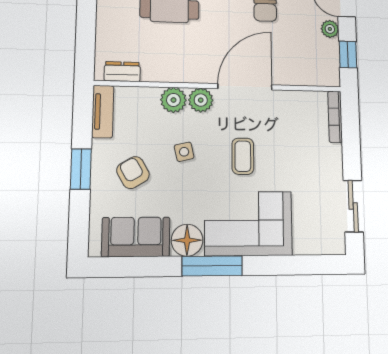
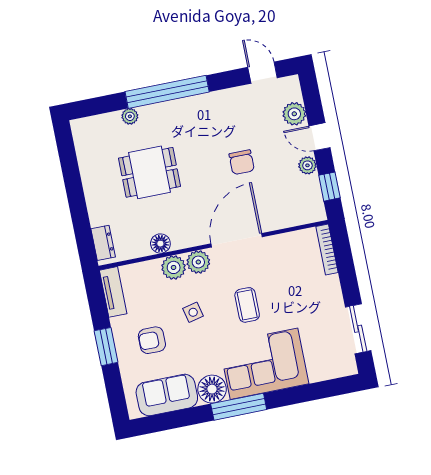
dresser: (122, 72) -> (103, 243), moved, turned 90
floor lamp: (165, 72) -> (160, 244), added
armchair: (133, 173) -> (152, 340), turned -60

